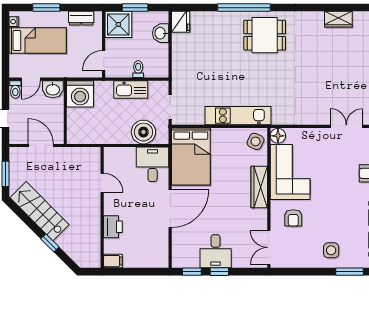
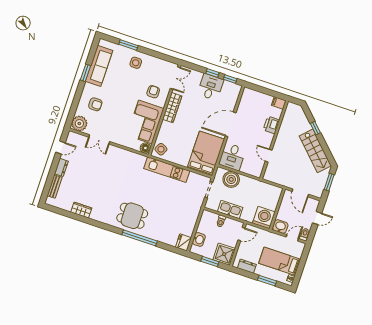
wardrobe: (259, 187) -> (172, 108), moved

